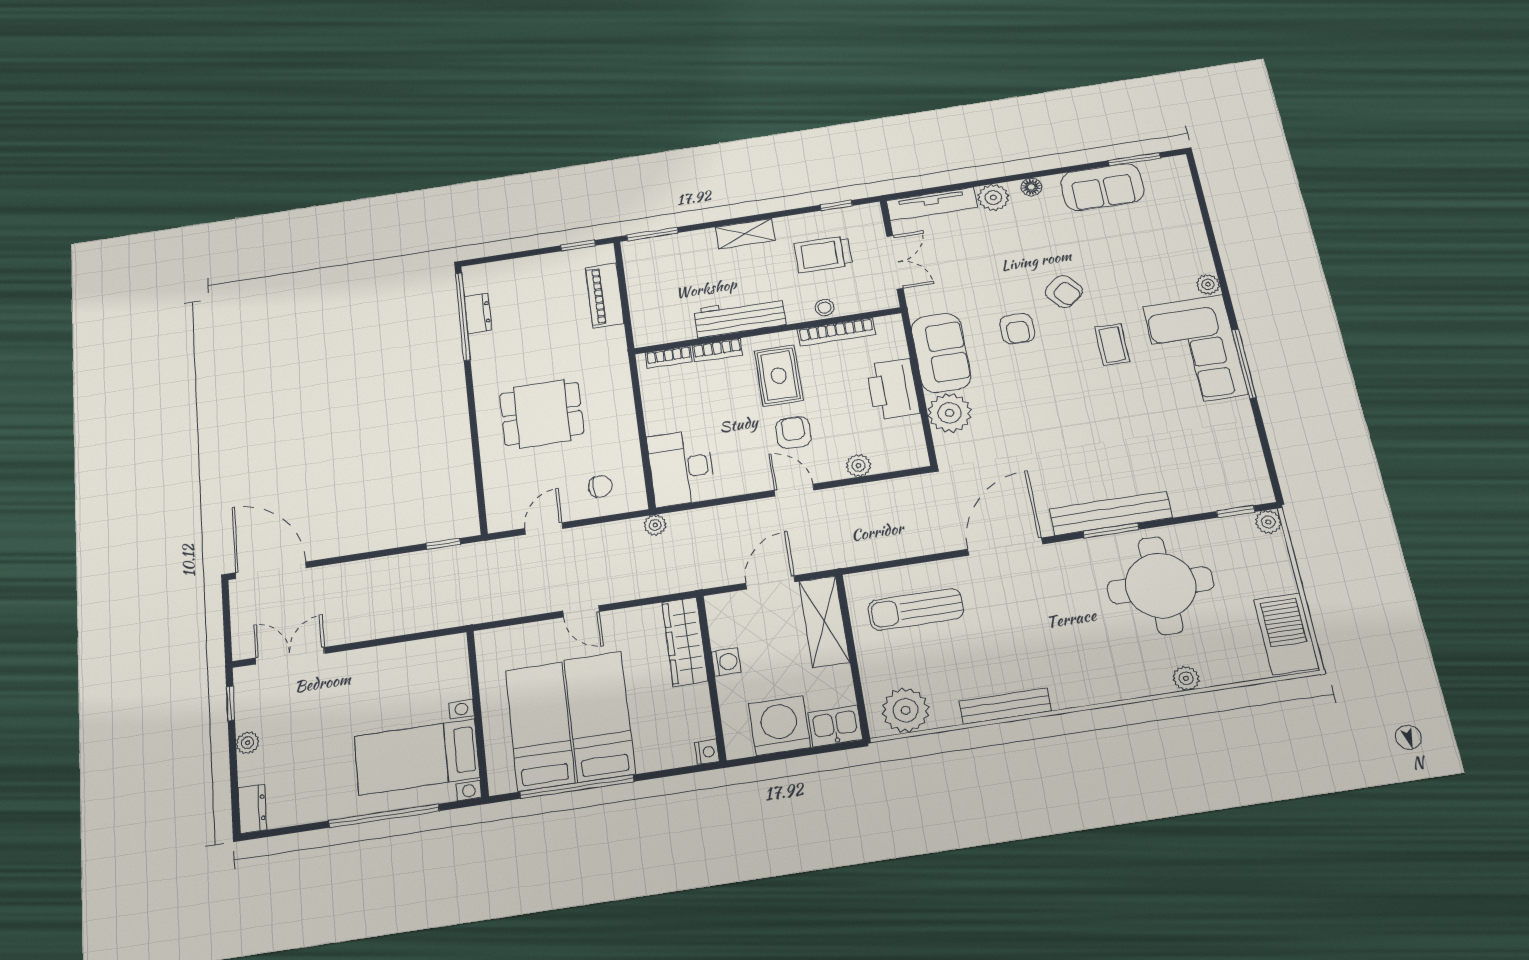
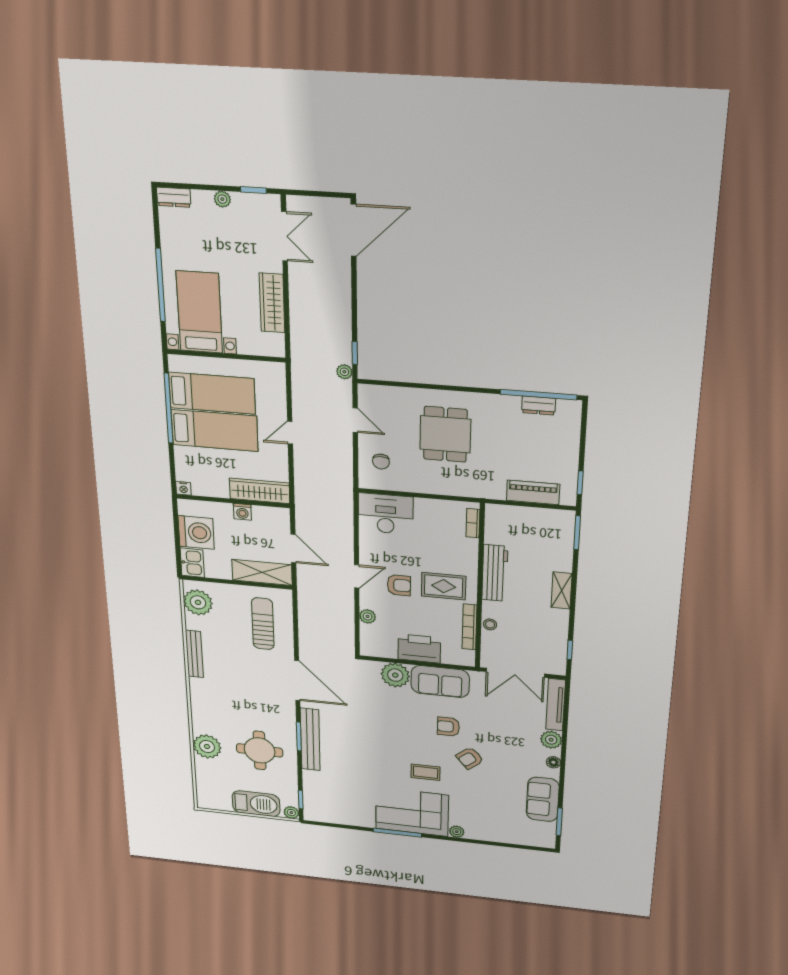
trolley: (823, 254) -> (532, 633), removed
double door: (895, 262) -> (515, 673), width x1.37
bookcase: (717, 350) -> (472, 554), removed
plant: (655, 525) -> (344, 372), moved
round table: (1161, 585) -> (260, 750), width x0.73, depth x0.73
barbecue: (1286, 634) -> (256, 804), moved
wardrobe: (388, 660) -> (272, 303), added
plant: (1186, 678) -> (207, 747), width x1.88, depth x1.88

